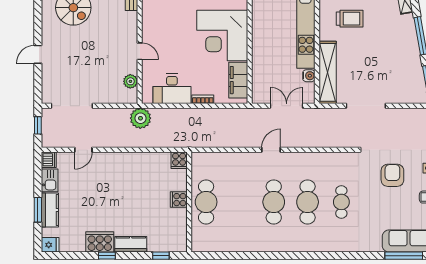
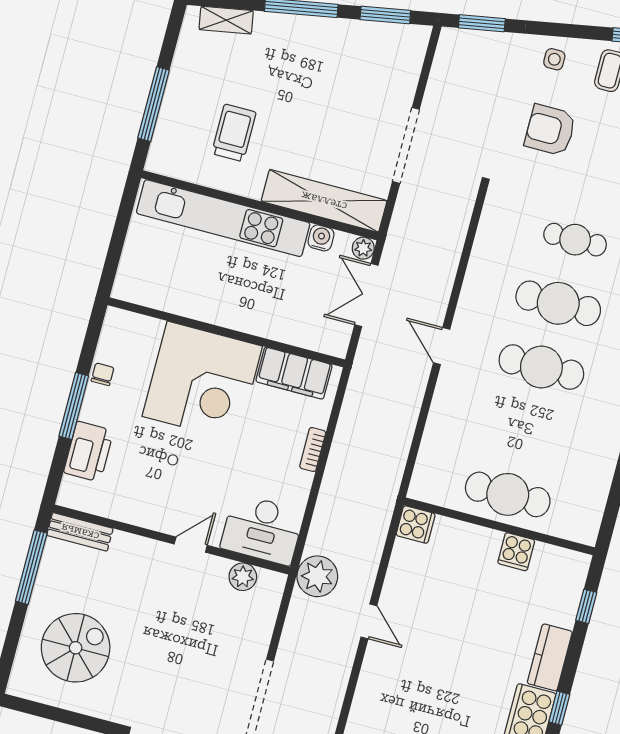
desk: (172, 89) -> (262, 529), moved, turned 90
plant: (309, 98) -> (363, 248), added
door: (83, 150) -> (369, 621), moved
cooker: (179, 200) -> (516, 552), moved

